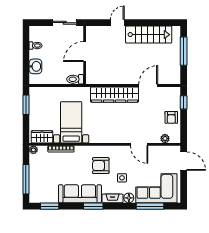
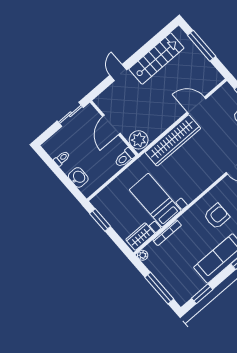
plant: (93, 76) -> (139, 140), added
door: (148, 86) -> (197, 105), hinge flipped
armchair: (101, 166) -> (217, 216), turned 180

